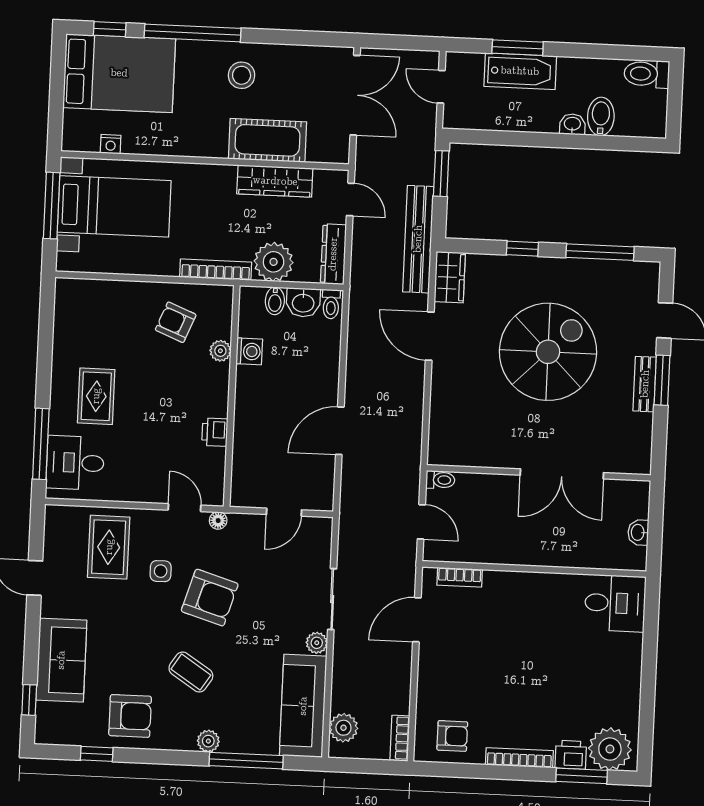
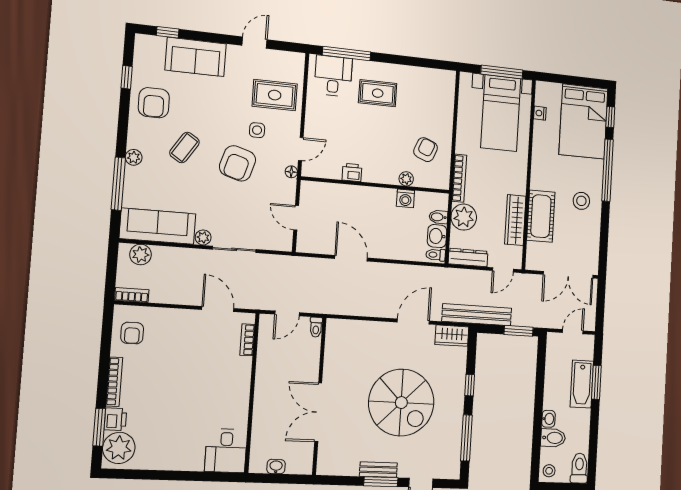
stool: (650, 122) -> (549, 471), added

